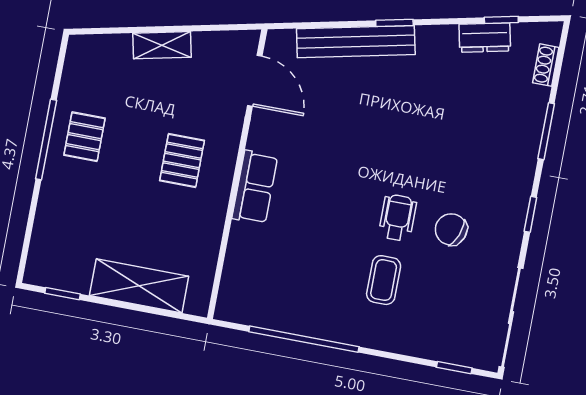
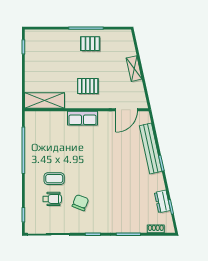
wheelchair: (398, 218) -> (52, 199), moved
shelving: (139, 286) -> (45, 101), moved, turned 90

